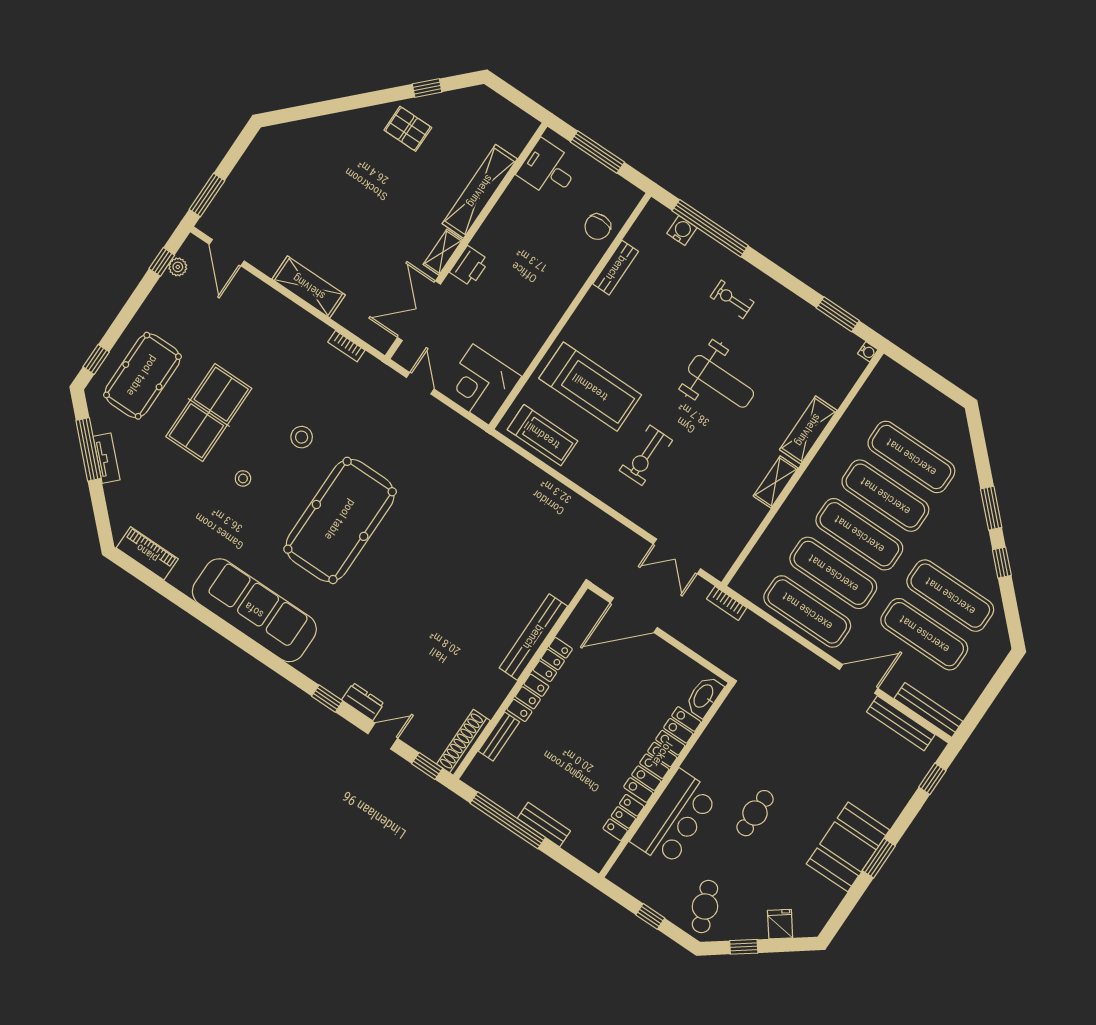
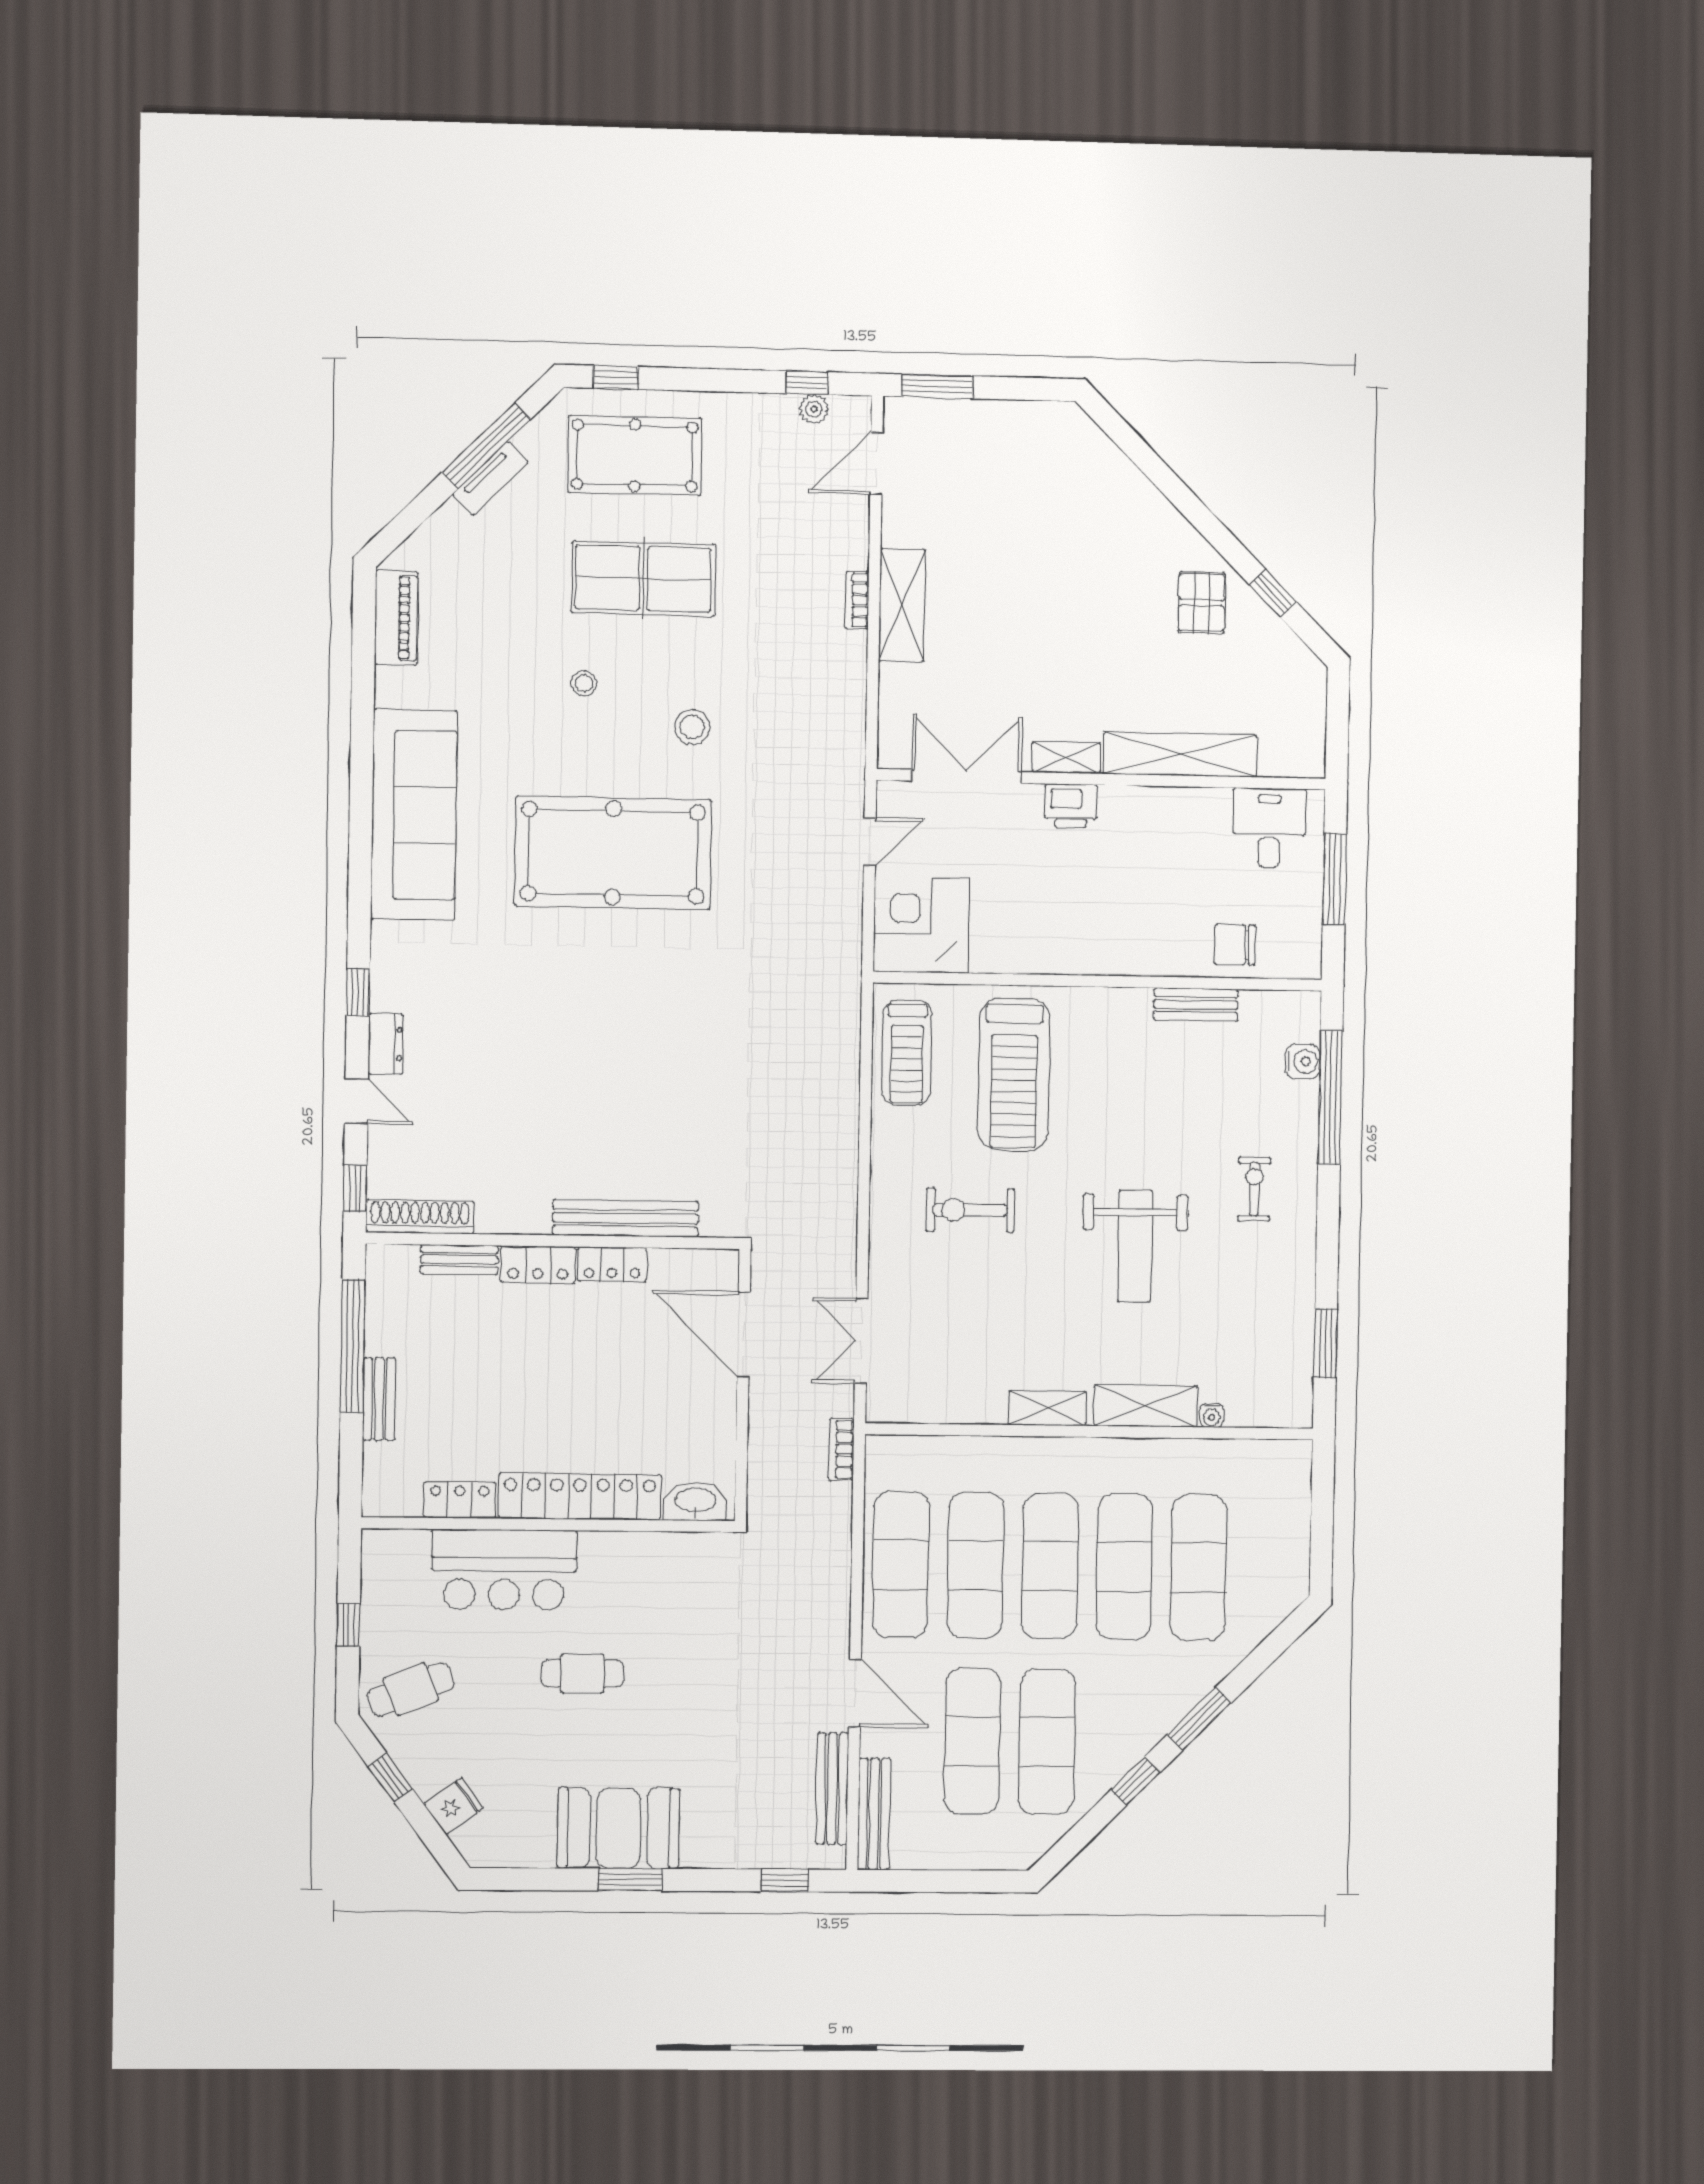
bookcase: (346, 346) -> (857, 600), moved
water cooler: (868, 352) -> (1212, 1415), moved

